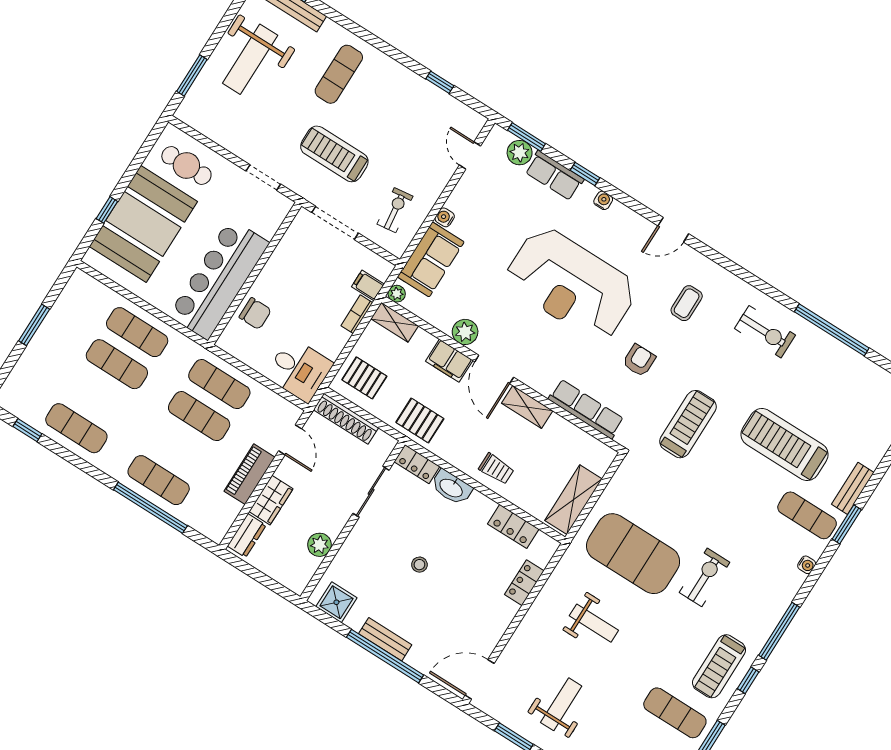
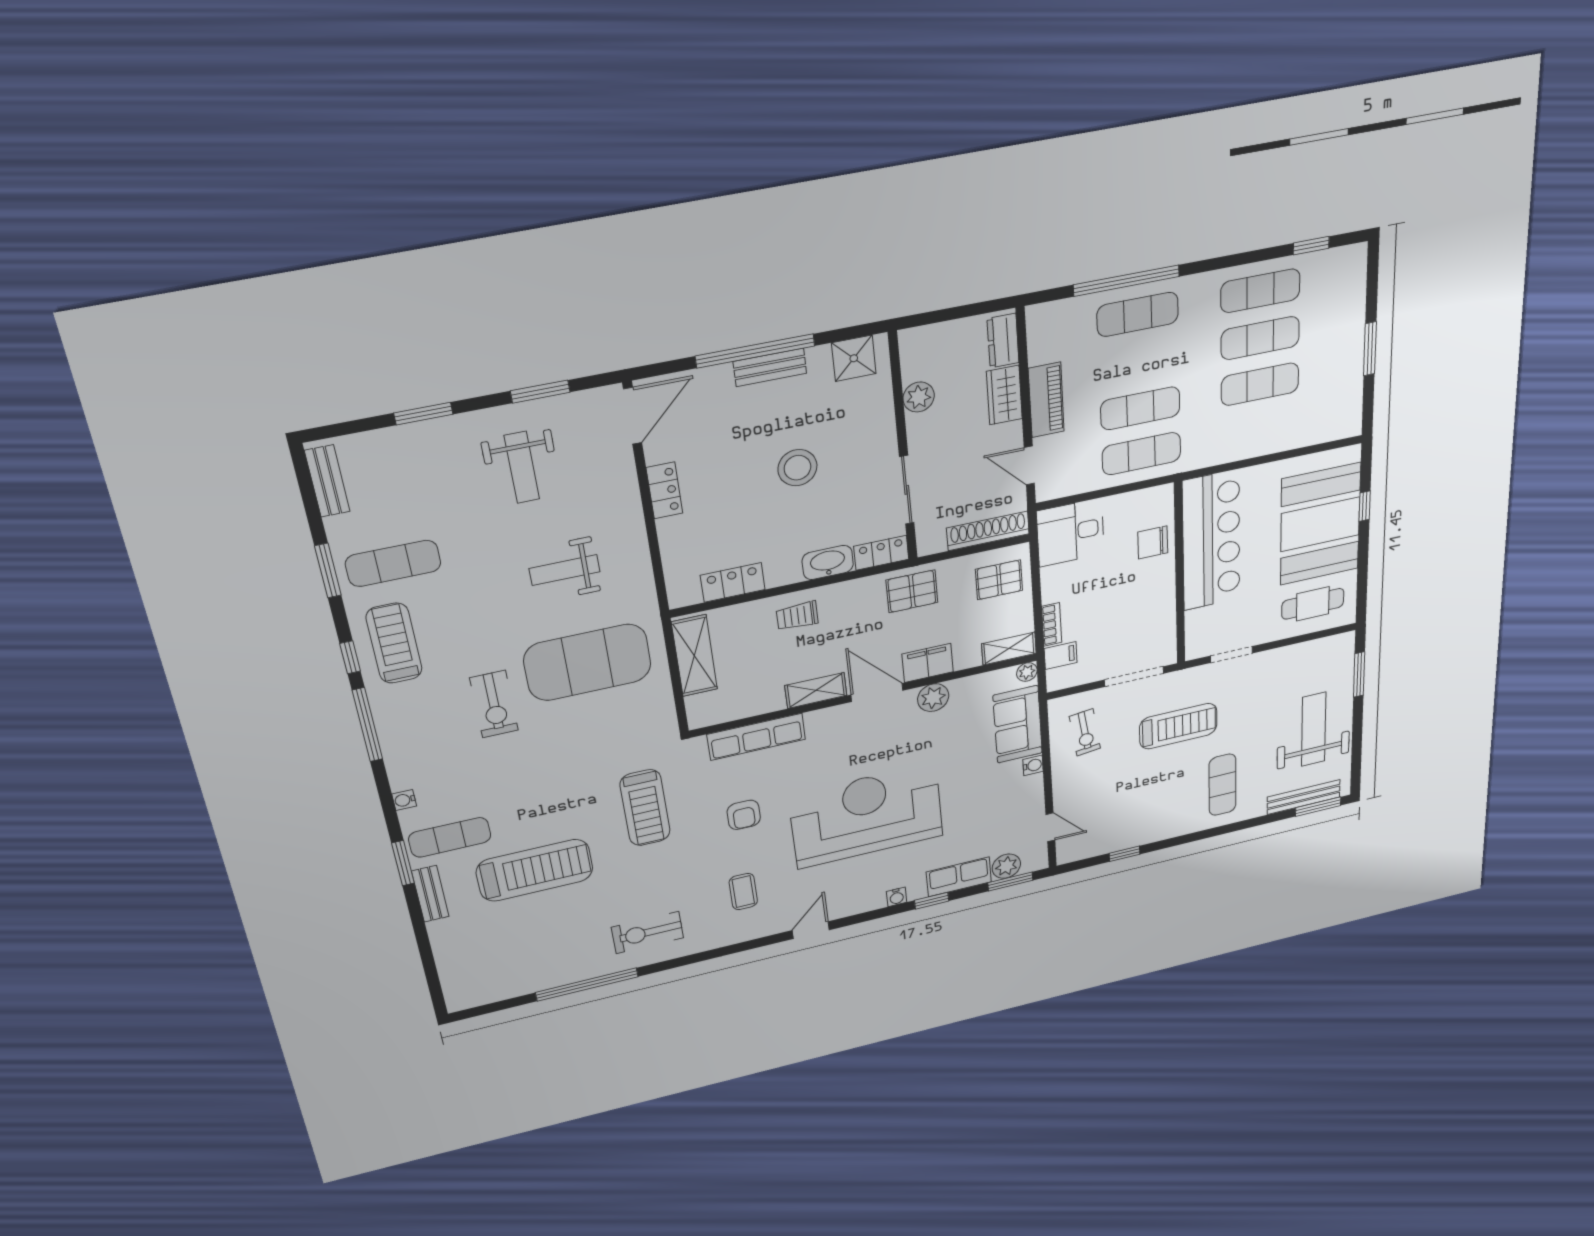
exercise mat: (137, 332) -> (1260, 338), moved
stool: (419, 565) -> (797, 468), width x1.89, depth x1.89
locker: (524, 583) -> (664, 490), moved

